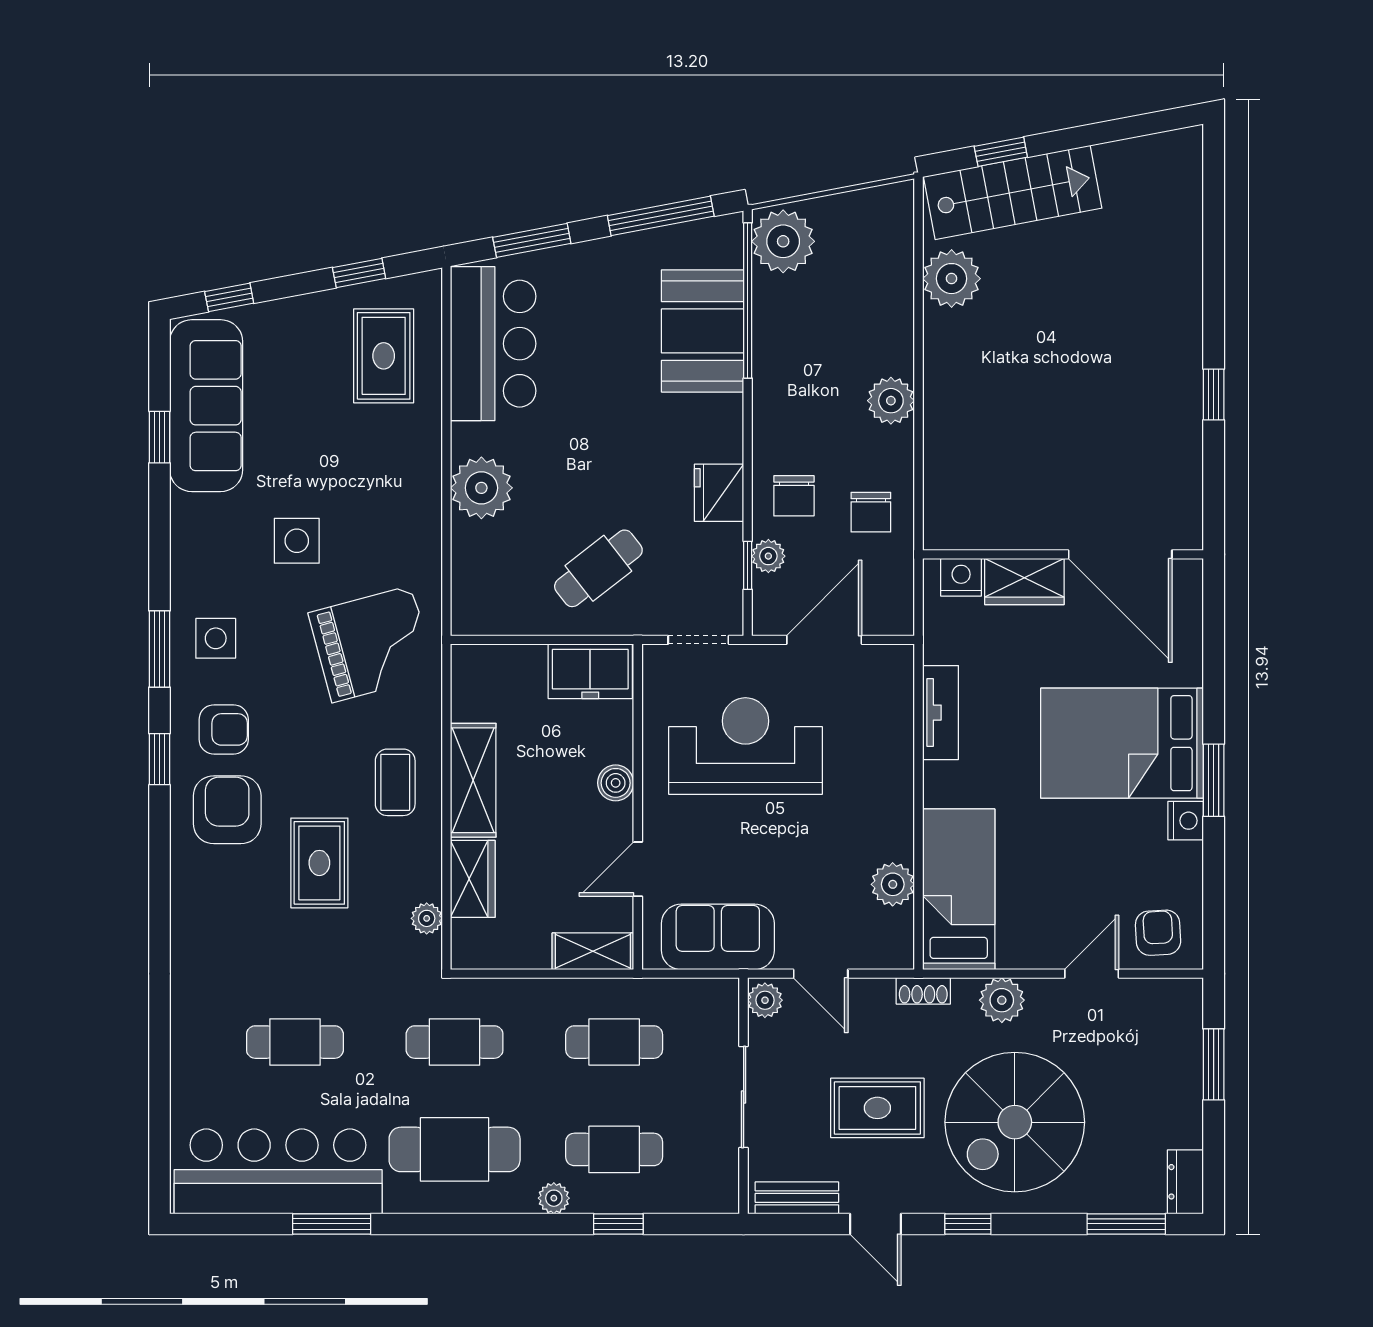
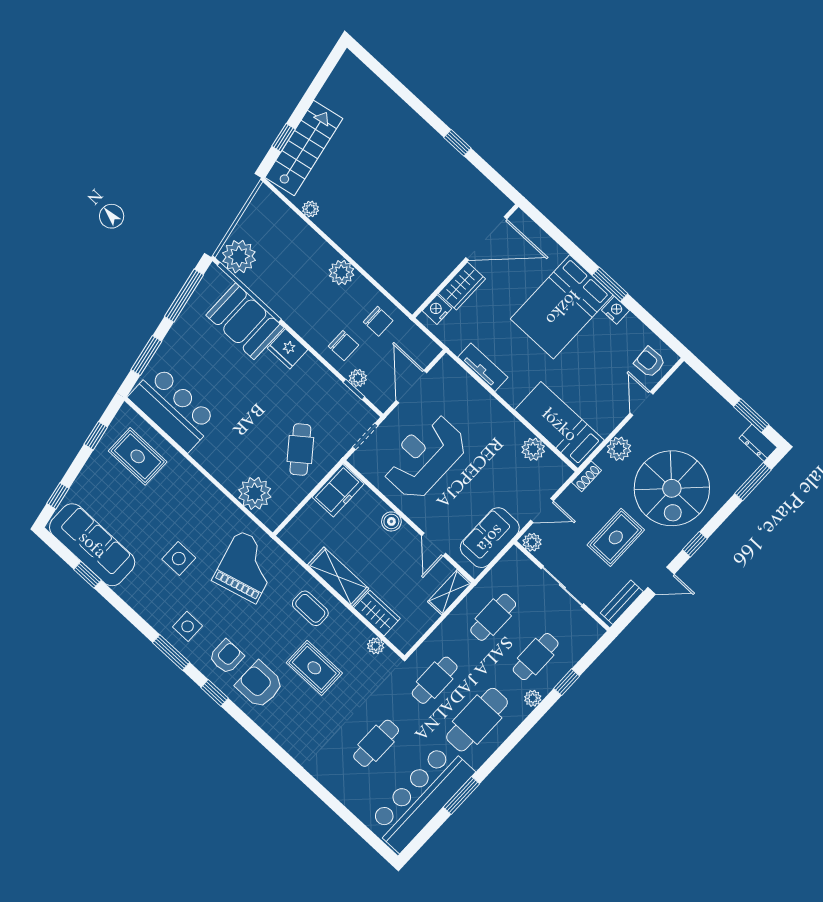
plant: (952, 279) -> (311, 209), width x0.53, depth x0.53
plant: (481, 488) -> (255, 493), moved
fridge: (719, 493) -> (288, 349), moved
window: (1214, 1064) -> (751, 416), moved

